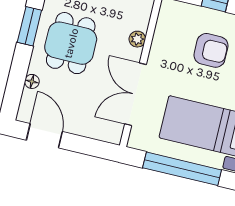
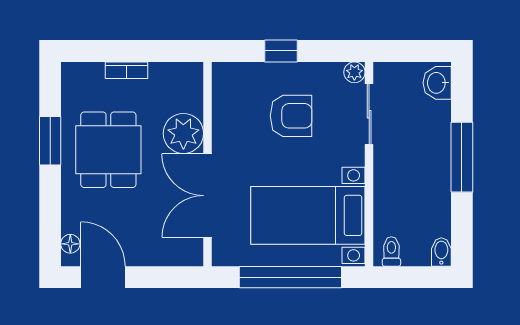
plant: (137, 39) -> (183, 133), width x1.88, depth x1.88
floor lamp: (32, 81) -> (70, 244), moved

